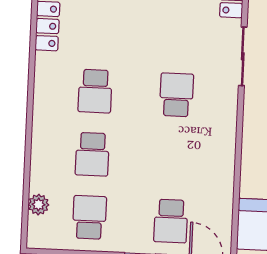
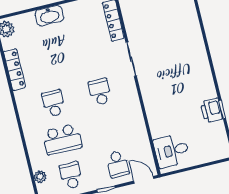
school desk: (95, 91) -> (53, 103), turned 180
school desk: (92, 154) -> (62, 139), width x1.85

